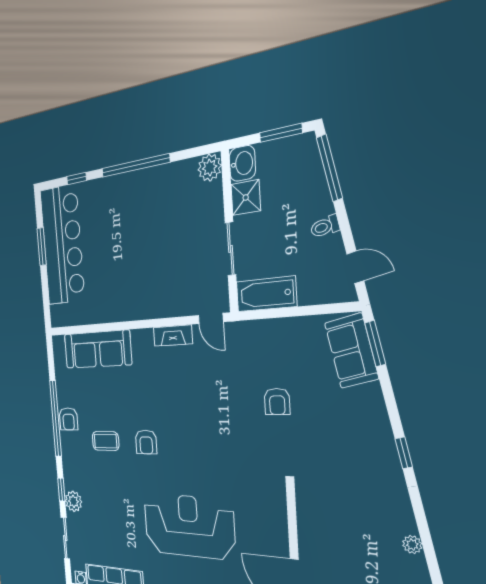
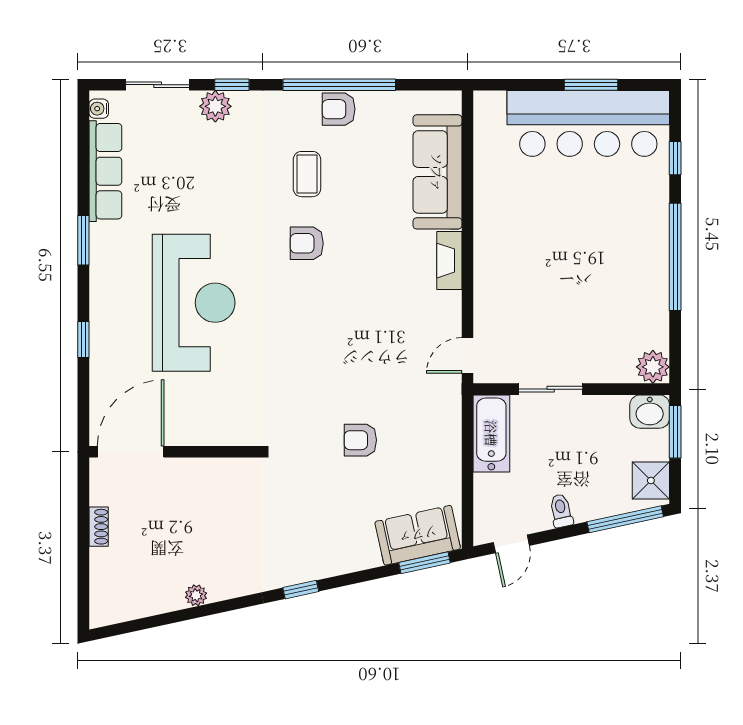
window: (281, 133) -> (675, 432), moved
shower: (246, 198) -> (651, 481), moved
fireplace: (173, 336) -> (449, 261), moved

